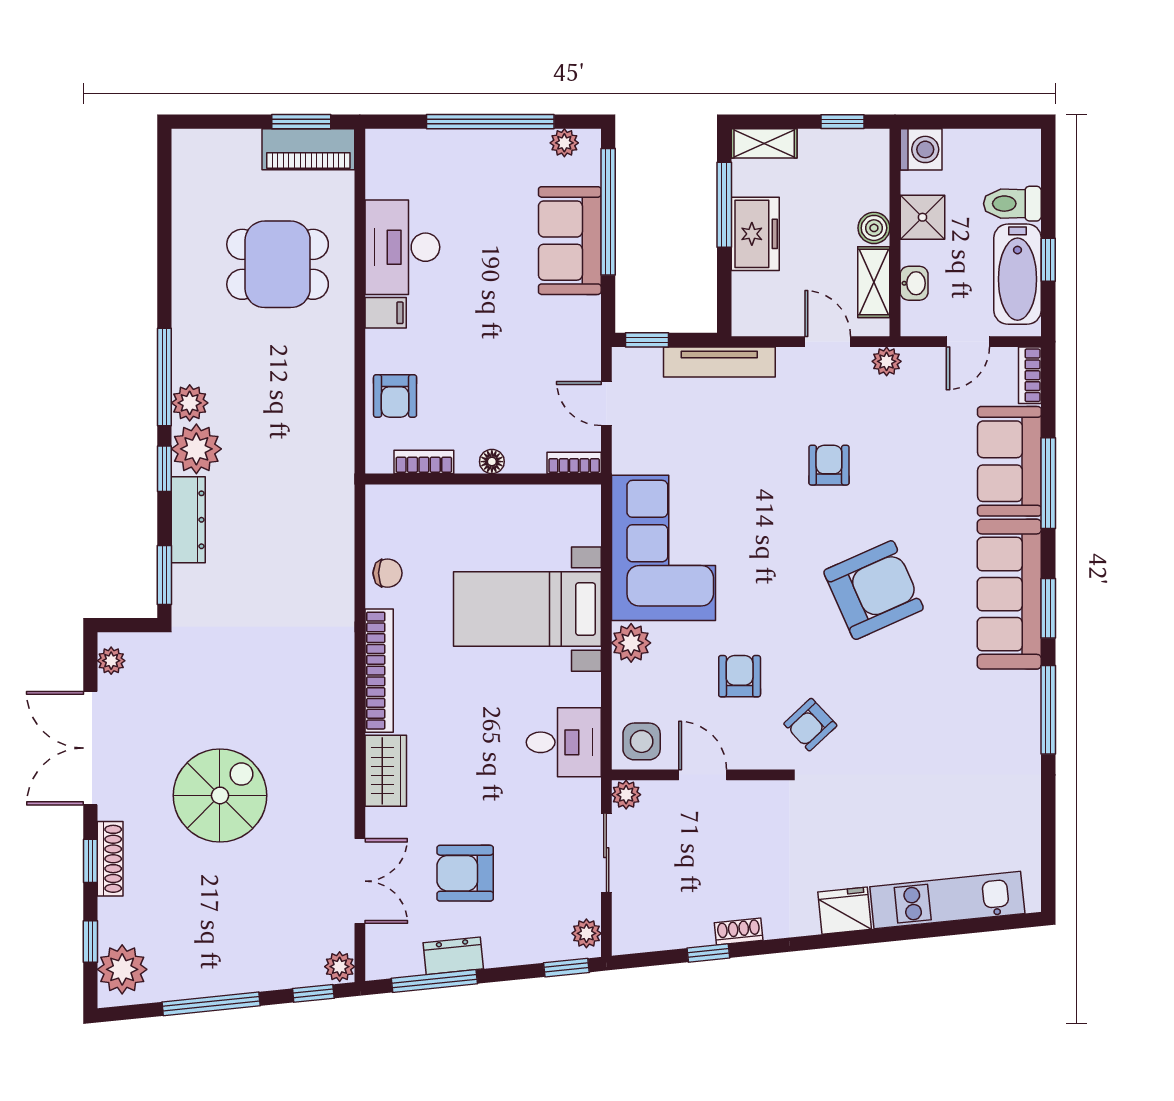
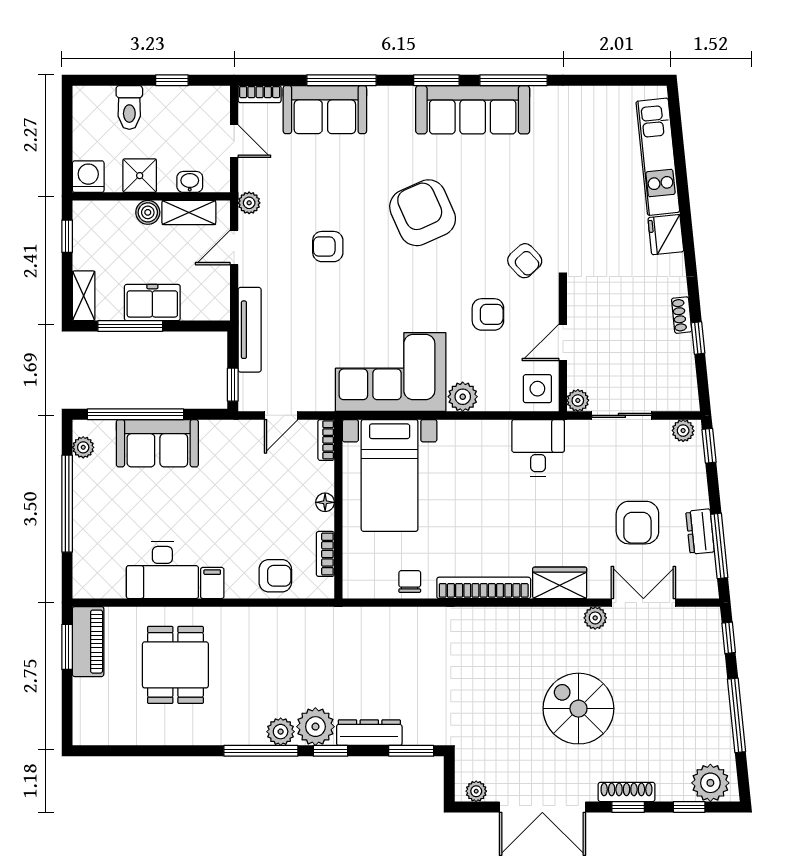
bathtub: (1018, 274) -> (183, 103), removed
sofa: (1009, 594) -> (473, 110), moved
bed with nightstands: (527, 609) -> (390, 475), moved
armchair: (740, 676) -> (488, 314), turned 180
plant: (340, 967) -> (595, 618), moved

